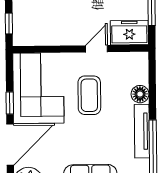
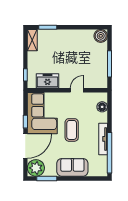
freezer: (129, 33) -> (48, 81), moved
floor lamp: (140, 94) -> (102, 107), moved
coffee table: (89, 95) -> (72, 130), moved

